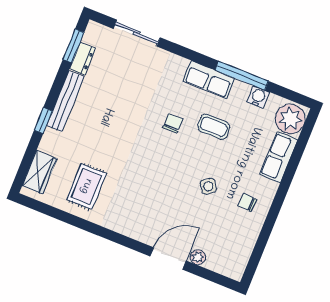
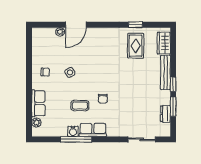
window: (73, 46) -> (173, 107), moved
water cooler: (258, 97) -> (73, 131), moved
bench: (65, 101) -> (165, 72), moved
plant: (290, 119) -> (36, 123), width x0.53, depth x0.53
window: (43, 121) -> (173, 84), moved
window: (73, 220) -> (136, 25), added

